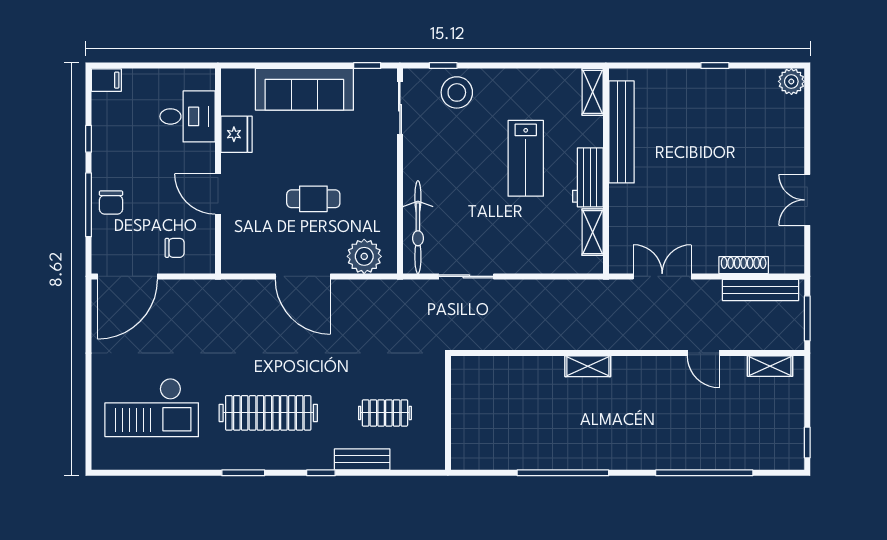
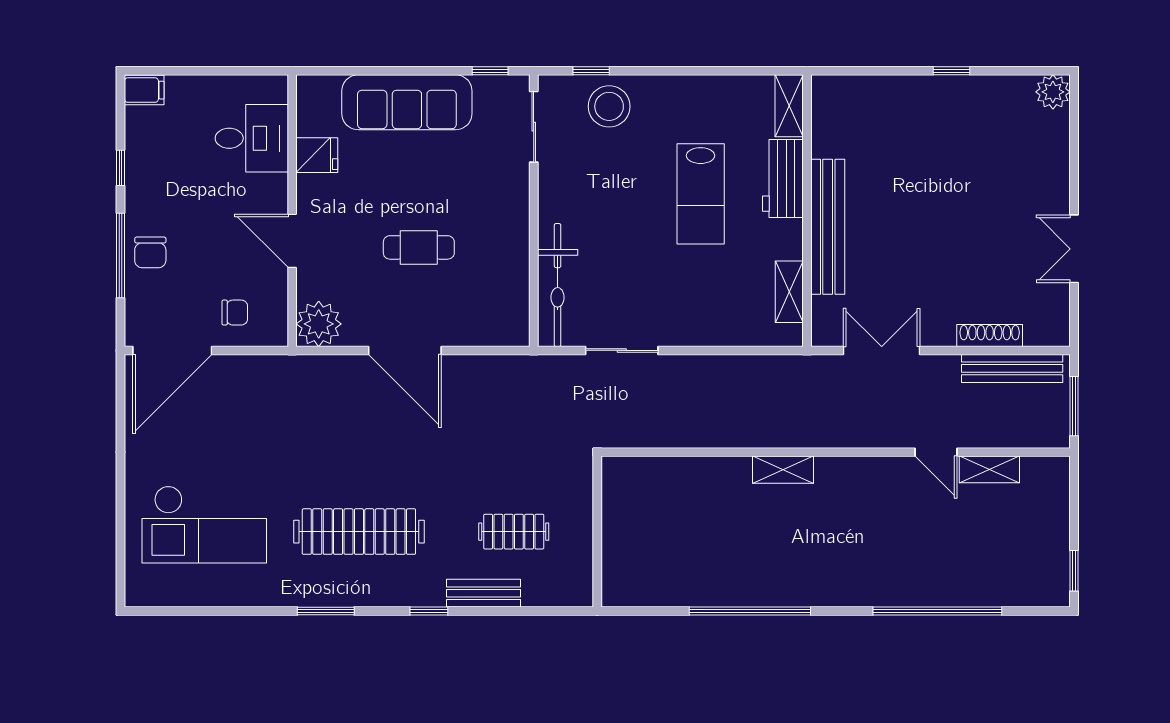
bench: (622, 132) -> (828, 227), moved
fridge: (236, 134) -> (317, 155), width x0.72
workbench: (588, 177) -> (783, 179), moved
plant: (364, 256) -> (319, 324), moved
shelving: (770, 366) -> (989, 469), moved

